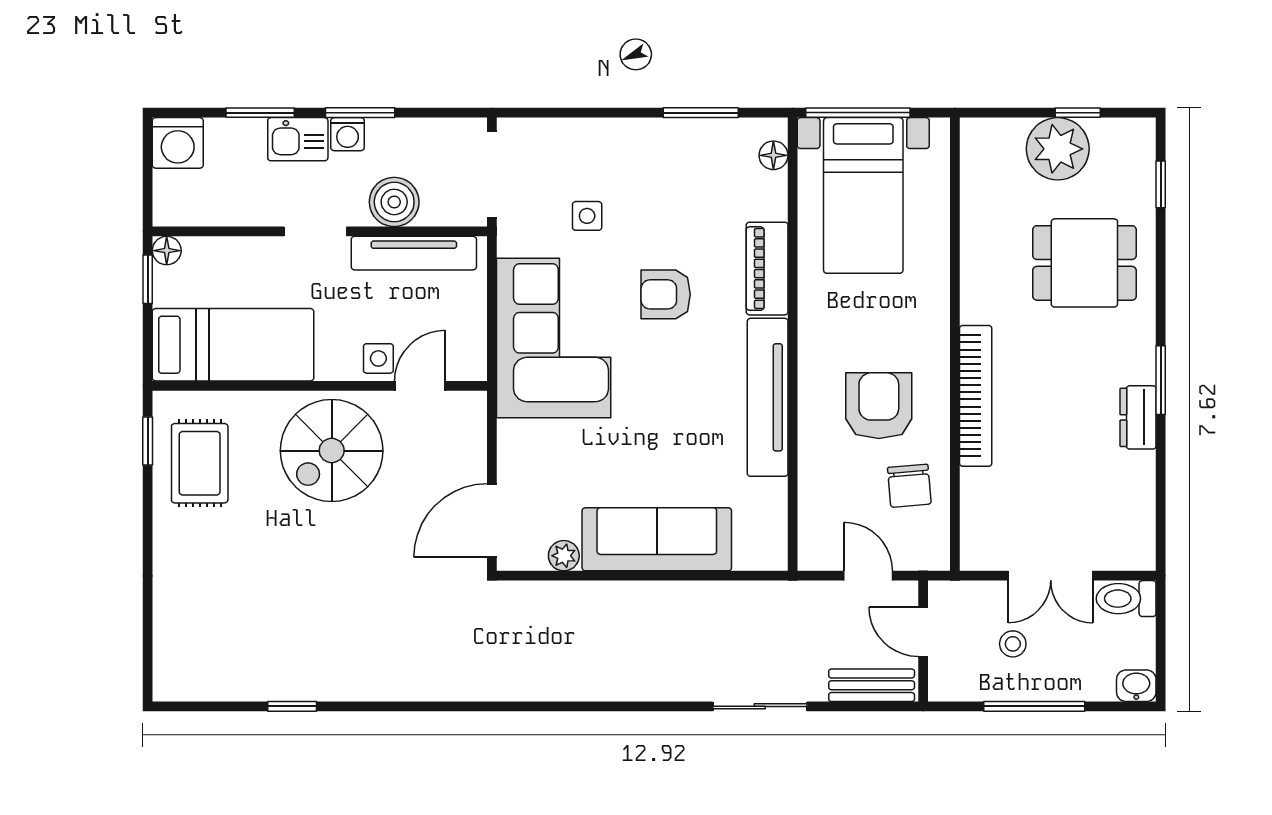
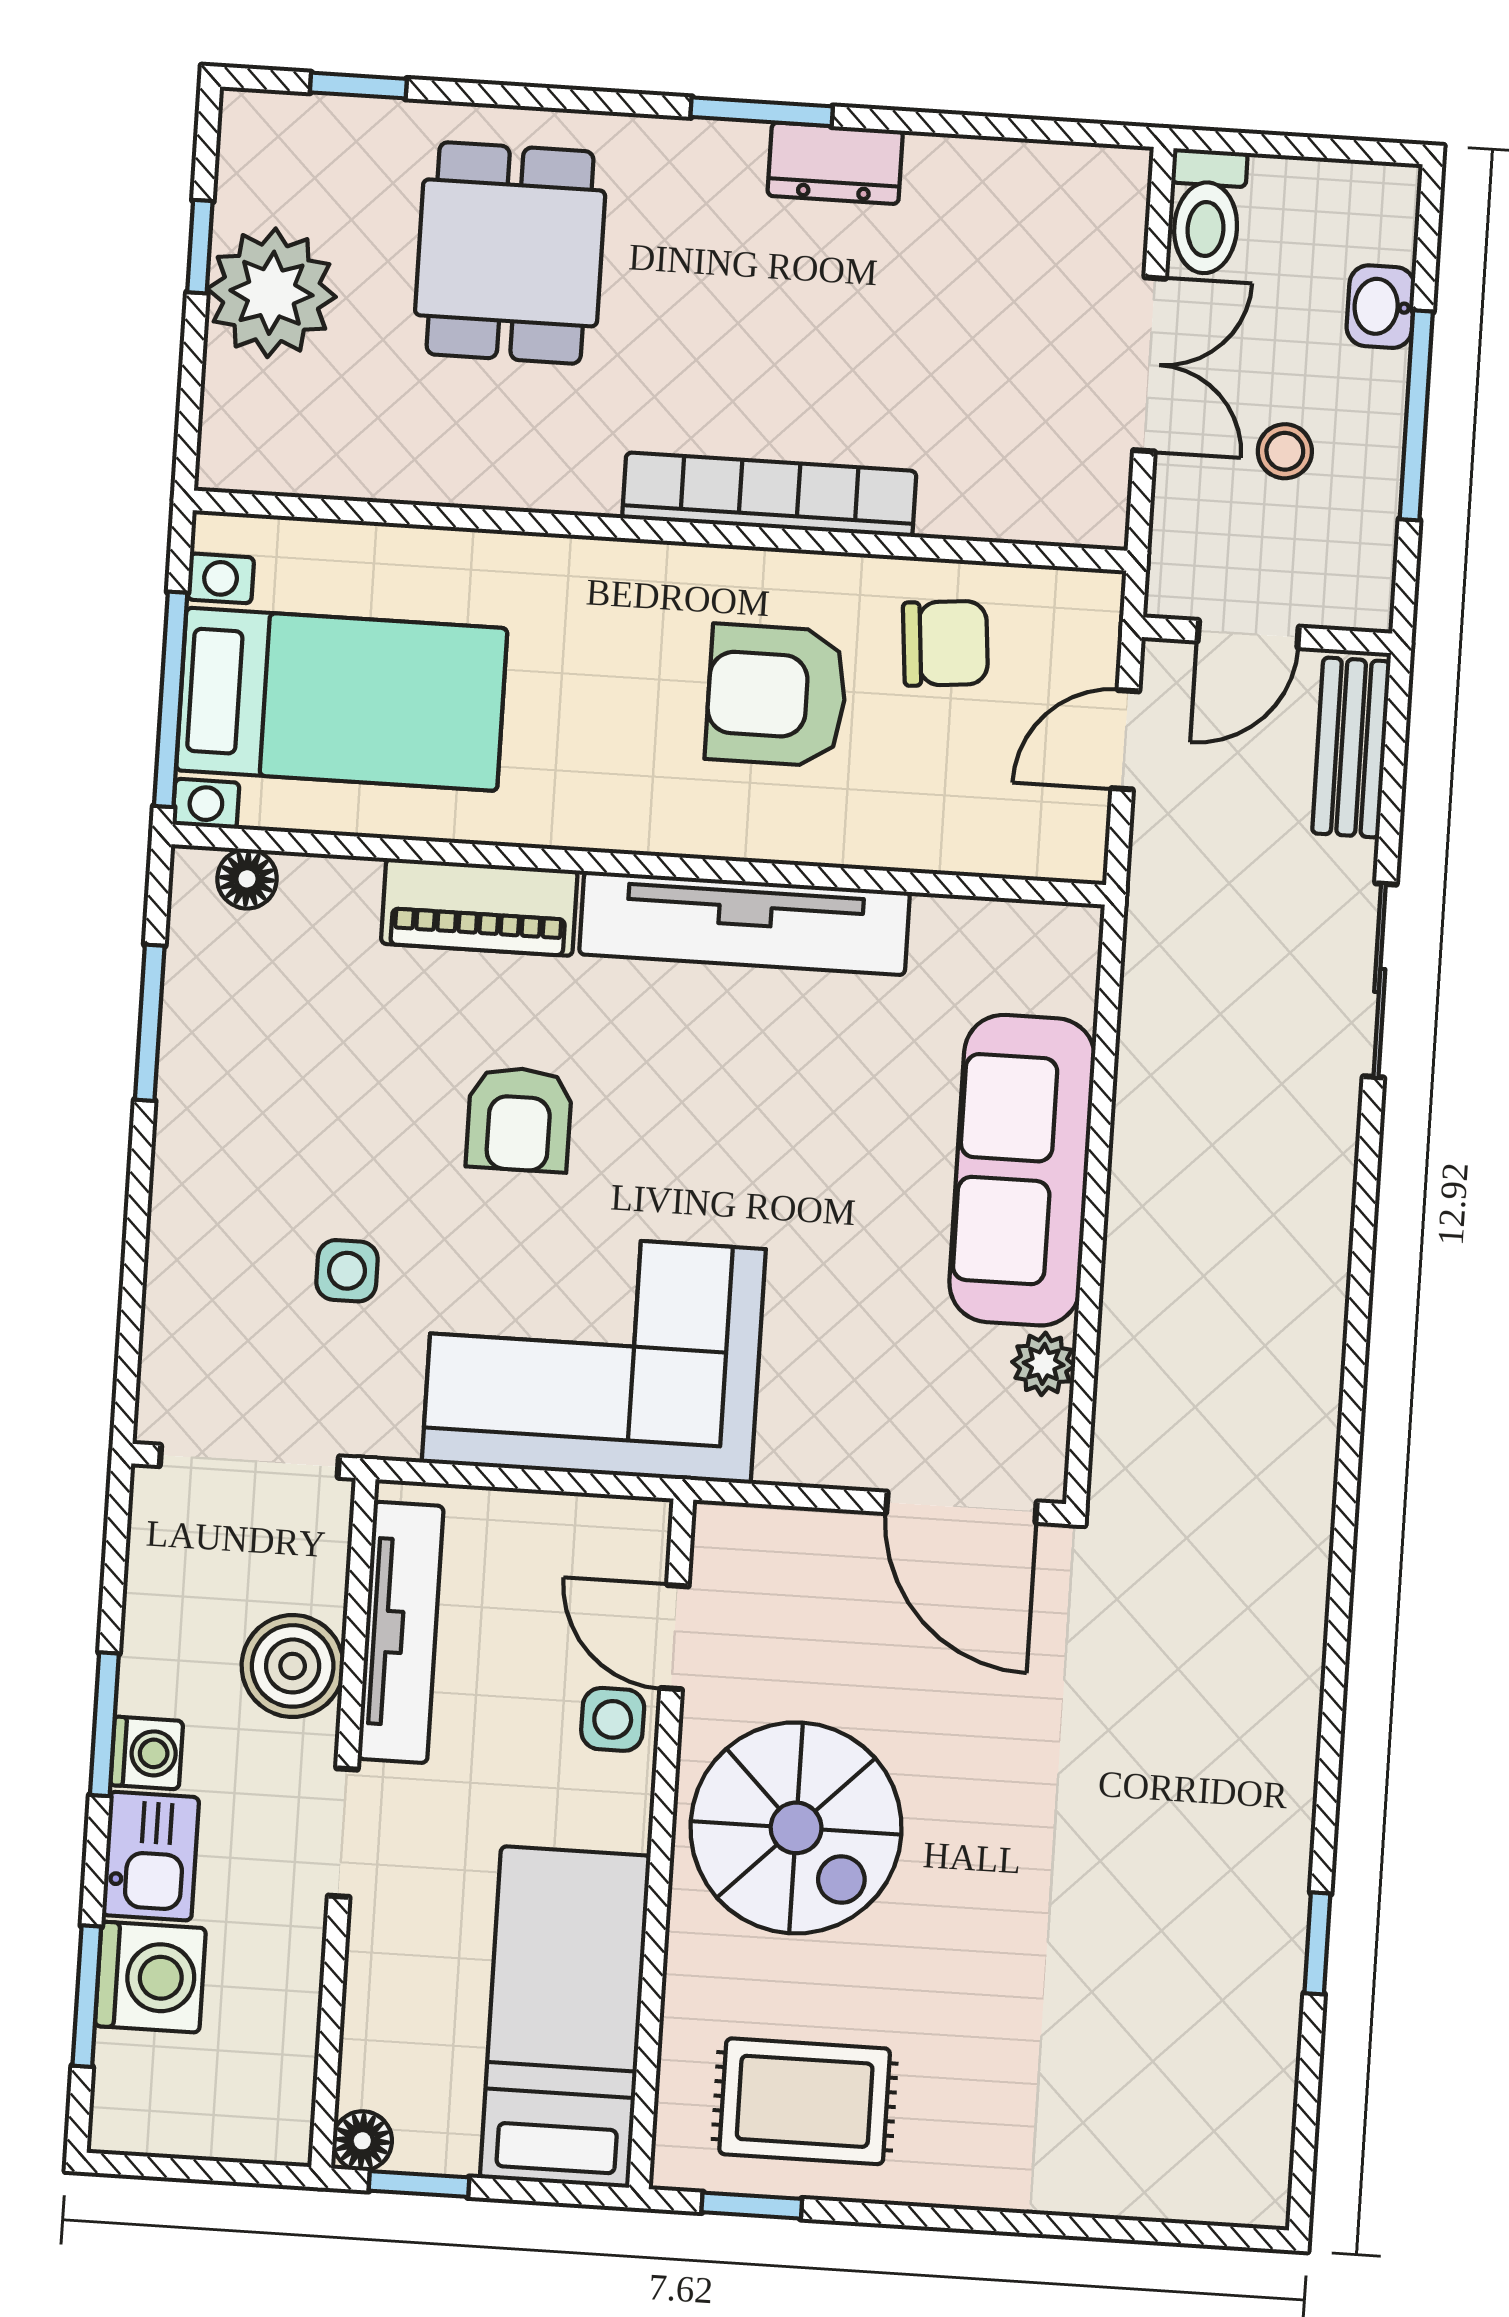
window: (260, 113) -> (87, 1996), moved
washing machine: (178, 143) -> (150, 1977), moved
washbasin: (1136, 686) -> (1381, 307), moved

